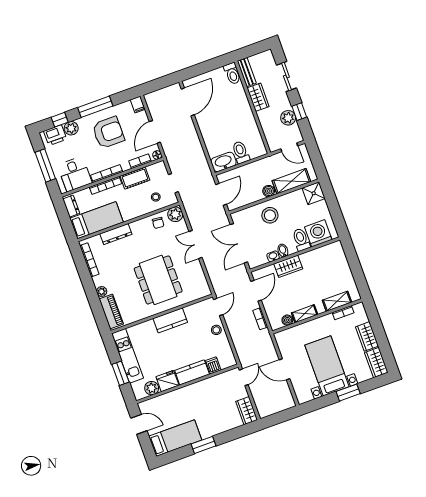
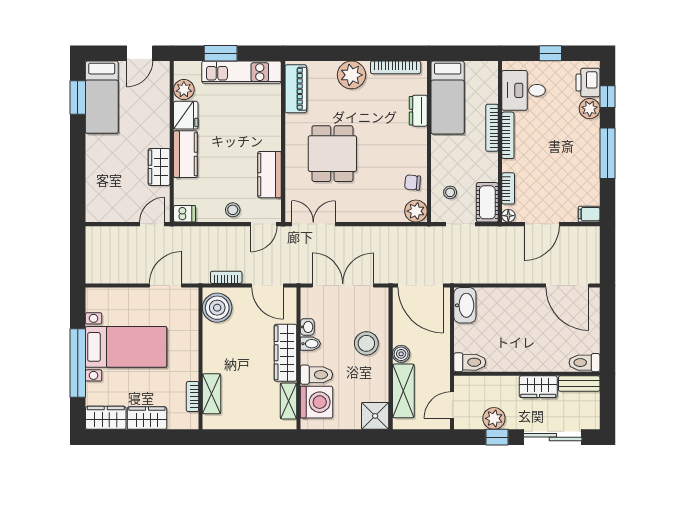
sliding door: (286, 76) -> (553, 437), width x1.37
door: (155, 132) -> (542, 224), swing flipped
armchair: (108, 133) -> (565, 159), removed
toilet: (241, 152) -> (470, 362), moved
window: (45, 166) -> (550, 53), width x0.46
cot: (135, 178) -> (487, 202), moved
door: (221, 194) -> (421, 286), width x1.36
dresser: (71, 206) -> (480, 69), removed
dresser: (116, 234) -> (418, 111), width x0.70
double door: (196, 244) -> (313, 224), moved
wardrobe: (288, 266) -> (285, 353), width x1.50
dining table: (158, 280) -> (332, 154), width x0.73
plant: (102, 291) -> (351, 75), width x1.88, depth x1.88
door: (218, 307) -> (264, 224), hinge flipped
piano: (111, 312) -> (296, 89), moved, turned -90
shelving: (305, 314) -> (288, 401), moved
kitchen counter: (170, 320) -> (270, 175), moved
boiler: (287, 320) -> (217, 308), width x1.86, depth x1.86
dishwasher: (213, 365) -> (185, 214), moved
door: (284, 369) -> (166, 286), moved
door: (244, 377) -> (152, 224), swing flipped
window: (348, 393) -> (78, 363), width x2.11
wardrobe: (247, 411) -> (159, 167), moved, turned -90
window: (204, 445) -> (78, 98), moved

